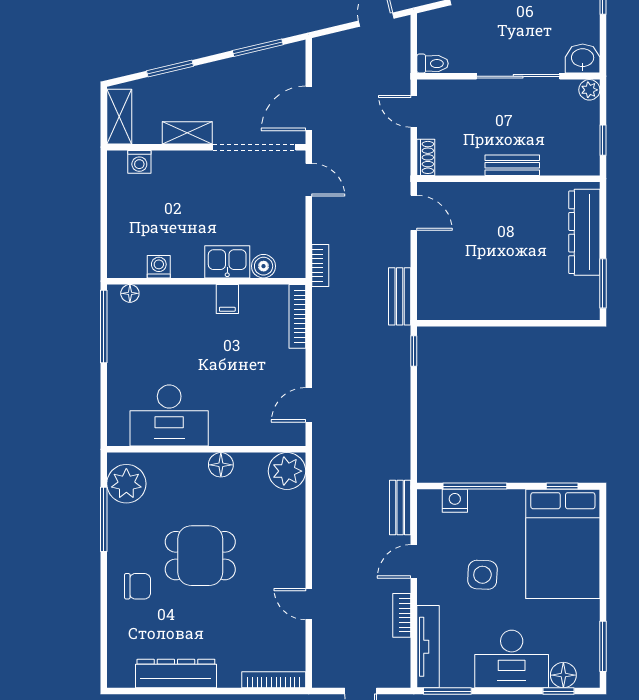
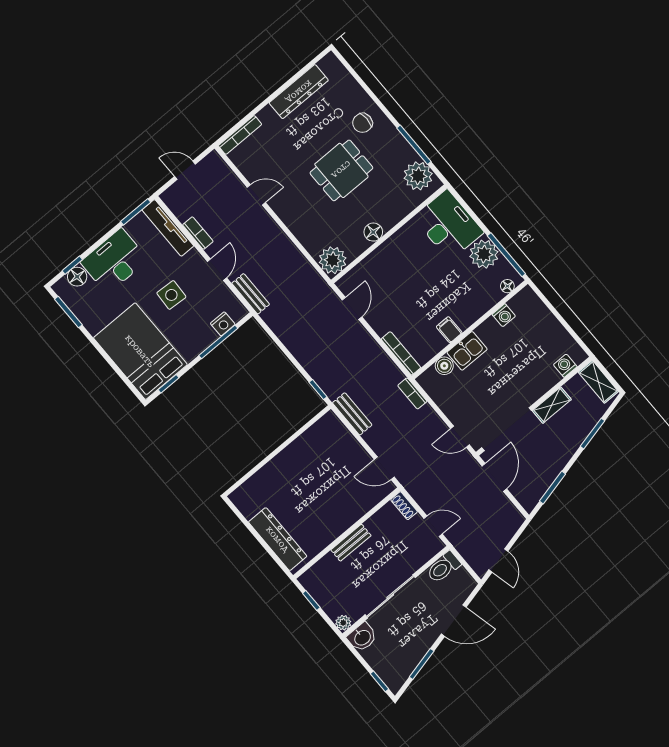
toilet: (432, 64) -> (444, 567), width x1.37, depth x1.39
window: (603, 283) -> (243, 519), removed
plant: (126, 347) -> (484, 254), added
desk: (169, 416) -> (448, 225), moved, turned 90

